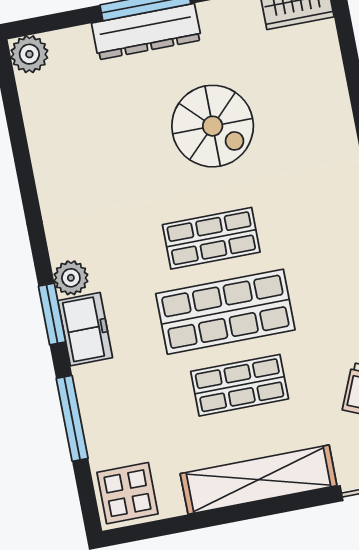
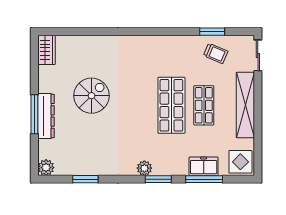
window: (20, 149) -> (85, 179), added
shop shelf: (211, 238) -> (139, 105), removed
freezer: (85, 329) -> (204, 166), moved

